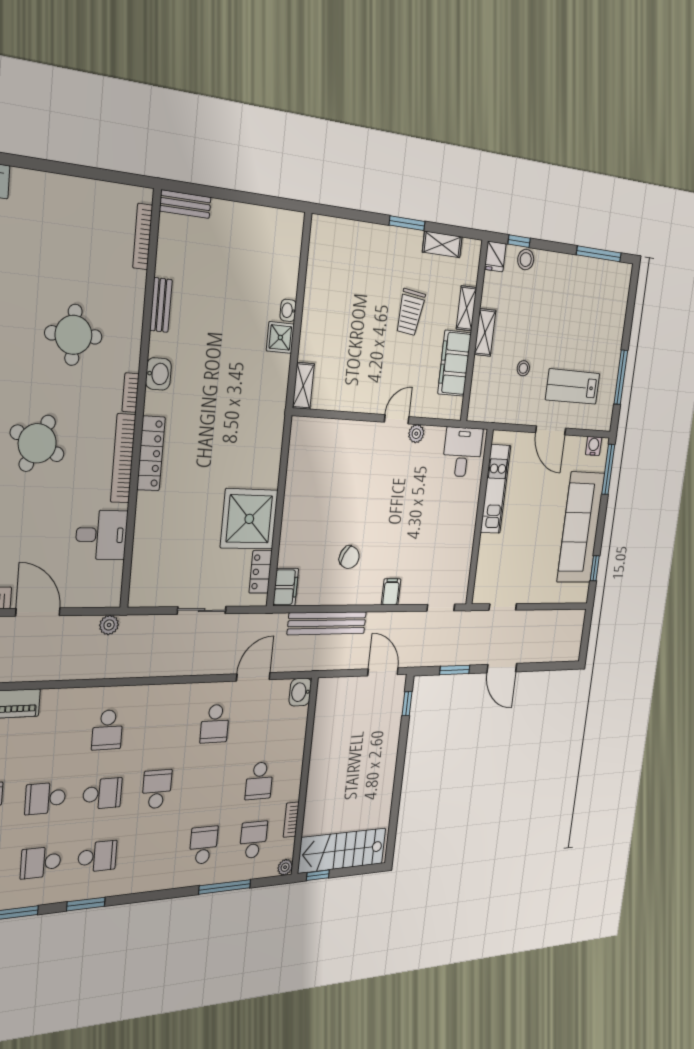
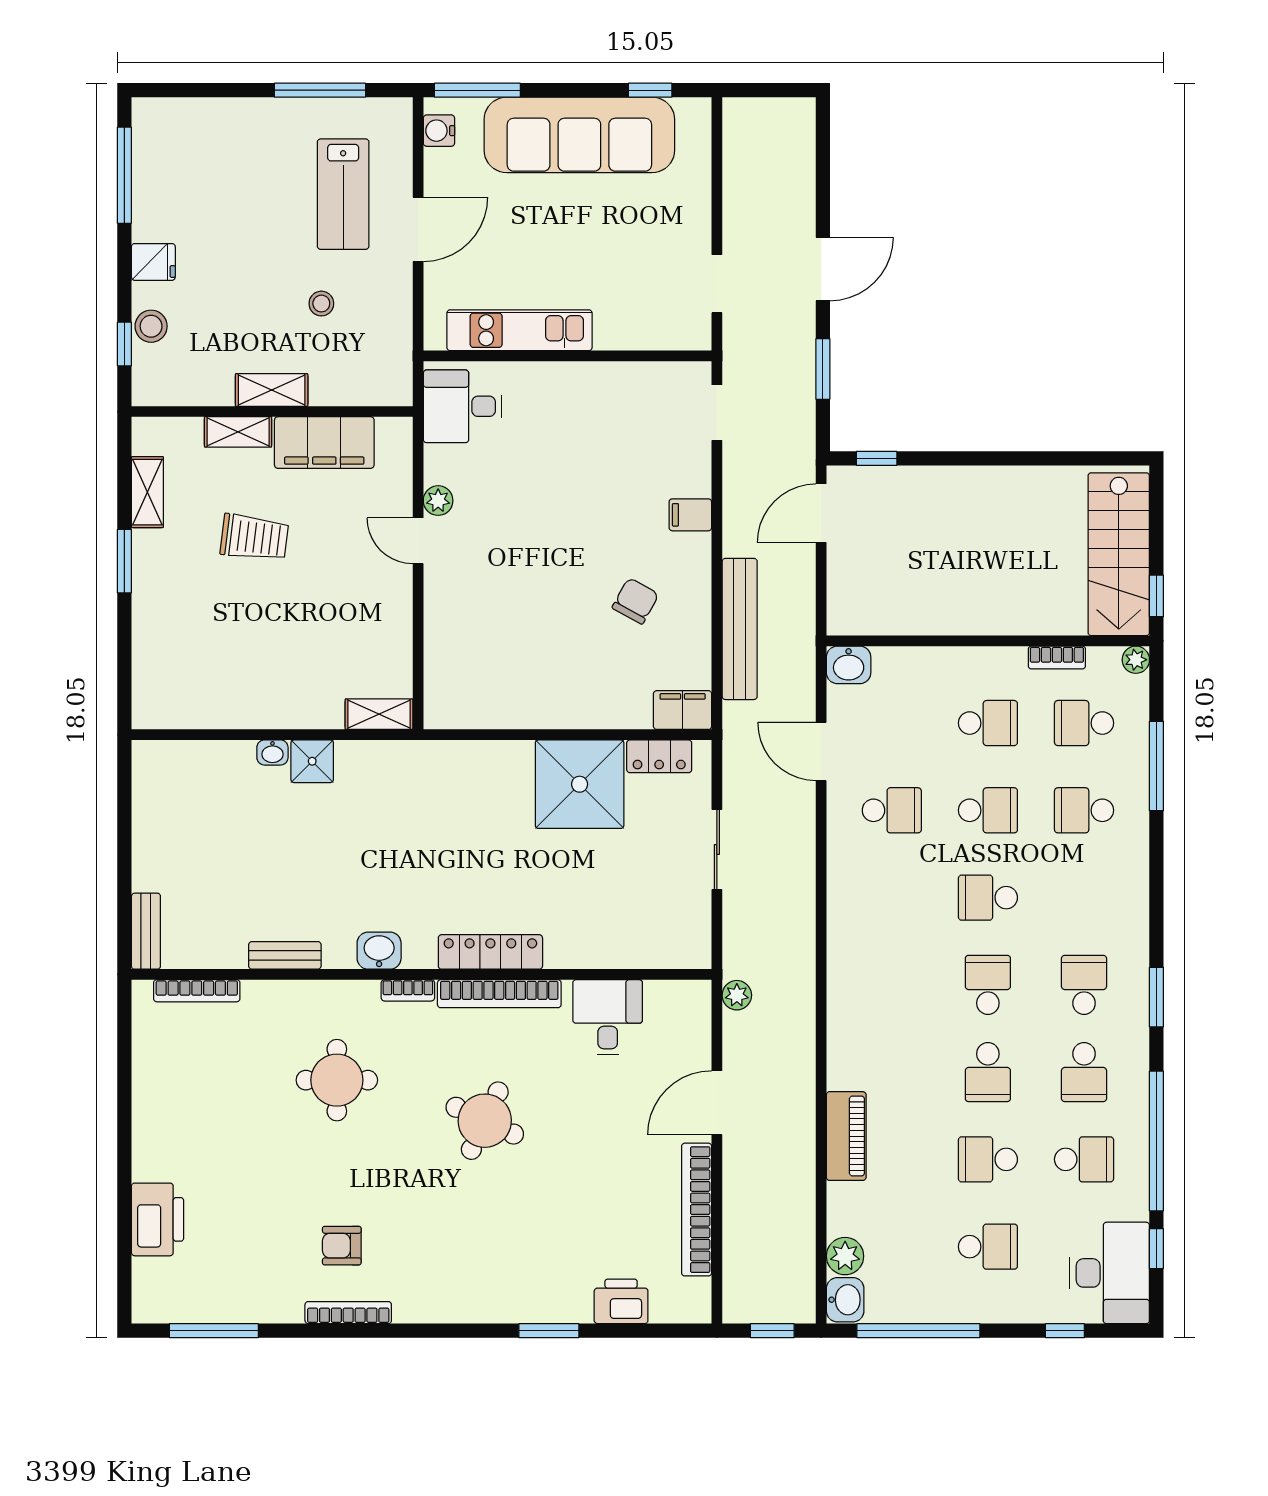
fridge: (495, 256) -> (153, 262), moved
school desk: (107, 730) -> (988, 810), moved

